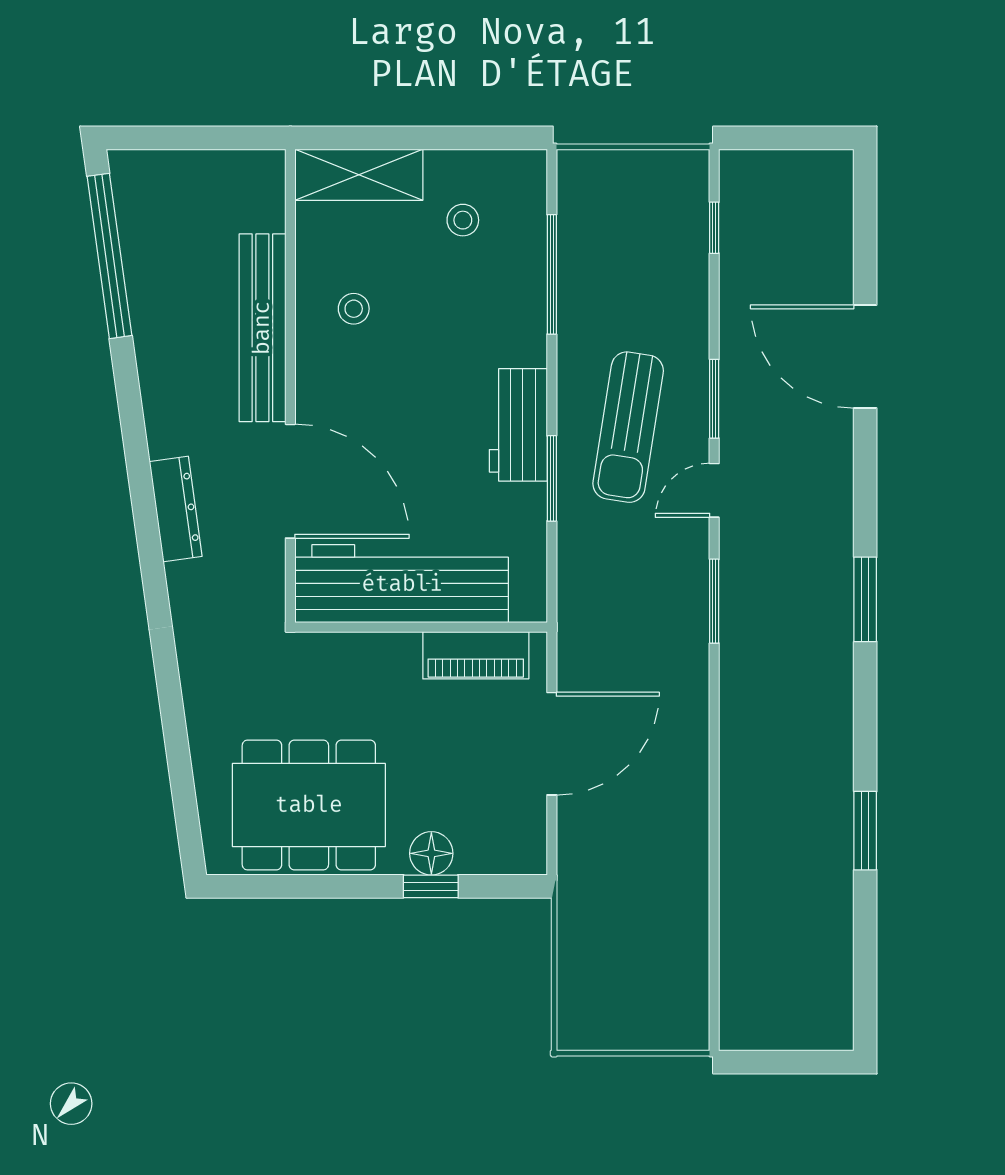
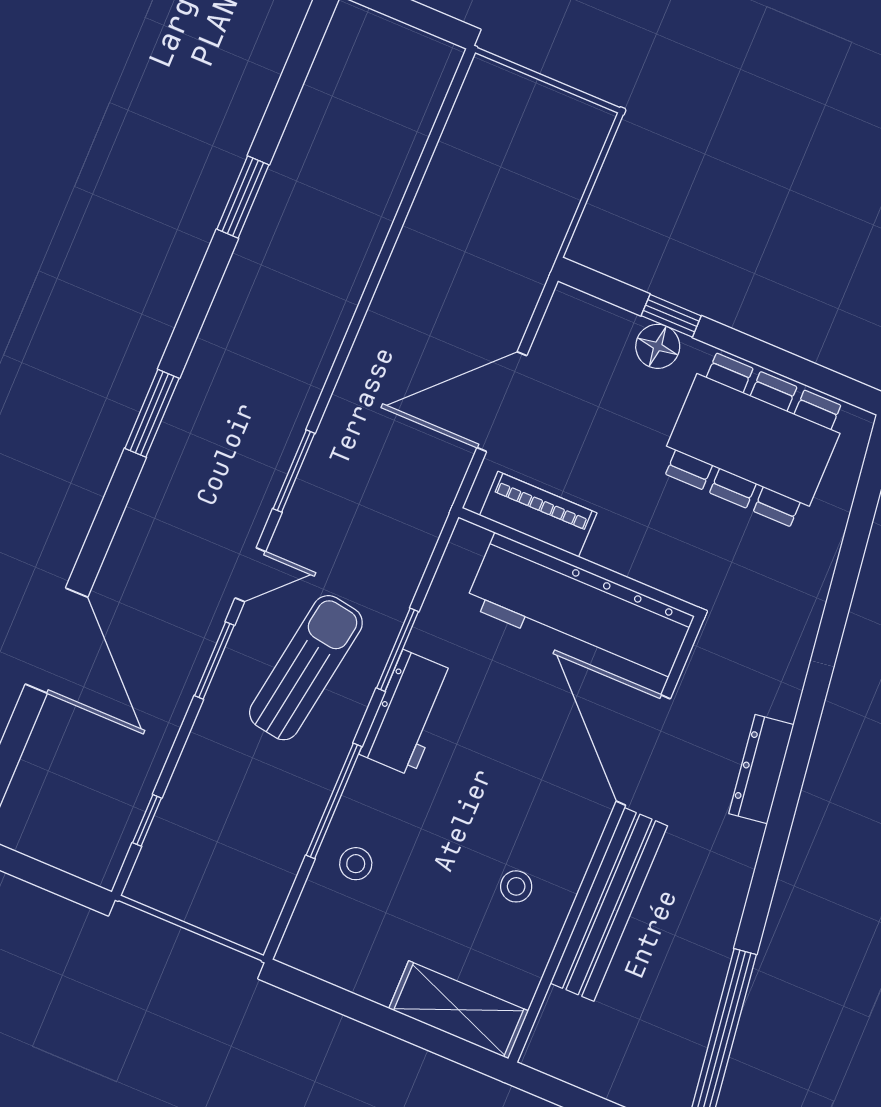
stool: (463, 220) -> (356, 864), moved
window: (552, 274) -> (334, 801), moved

